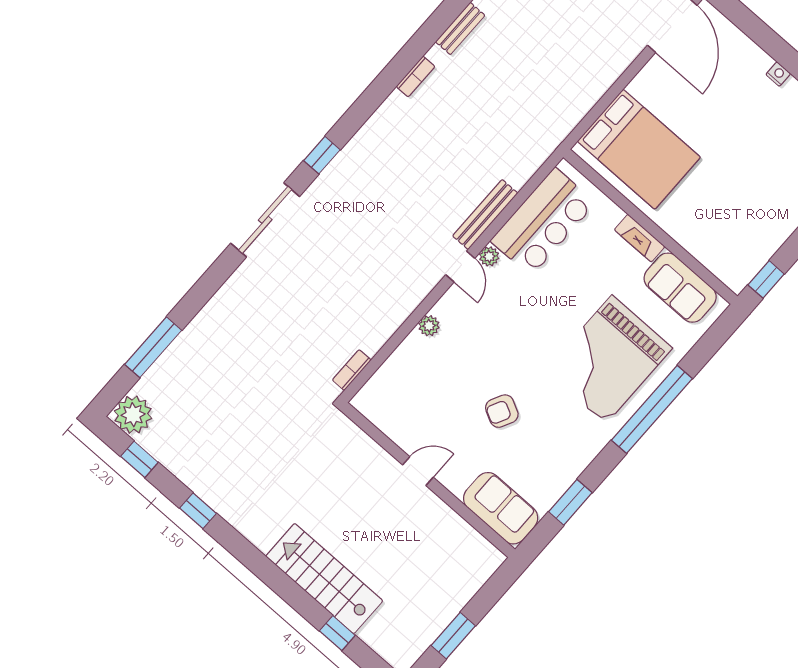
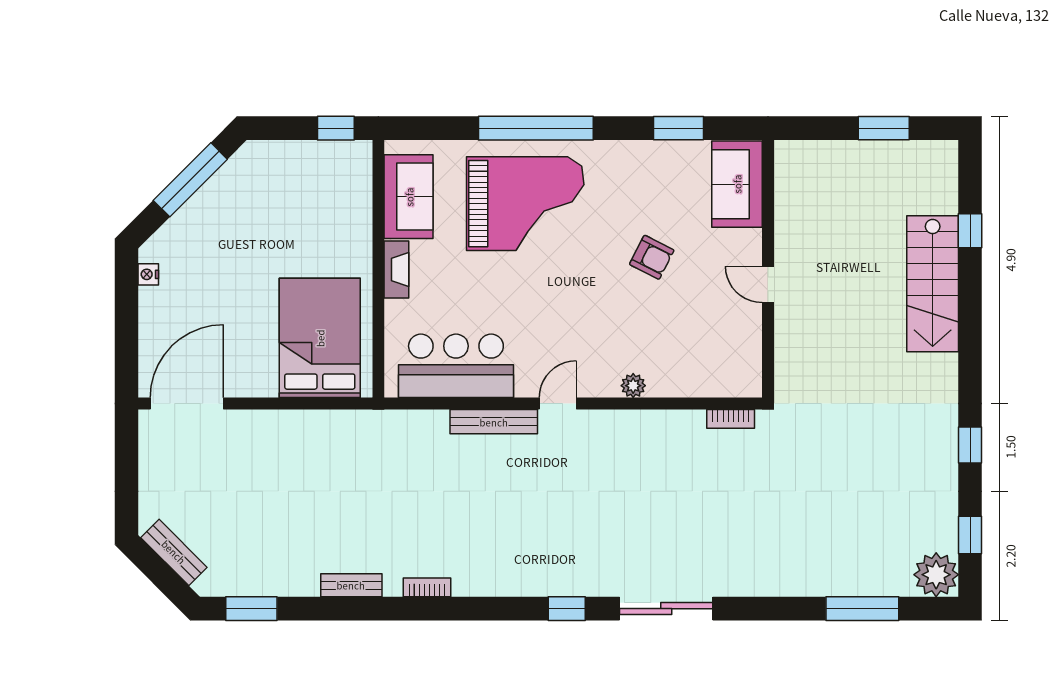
plant: (489, 256) -> (527, 386), removed

